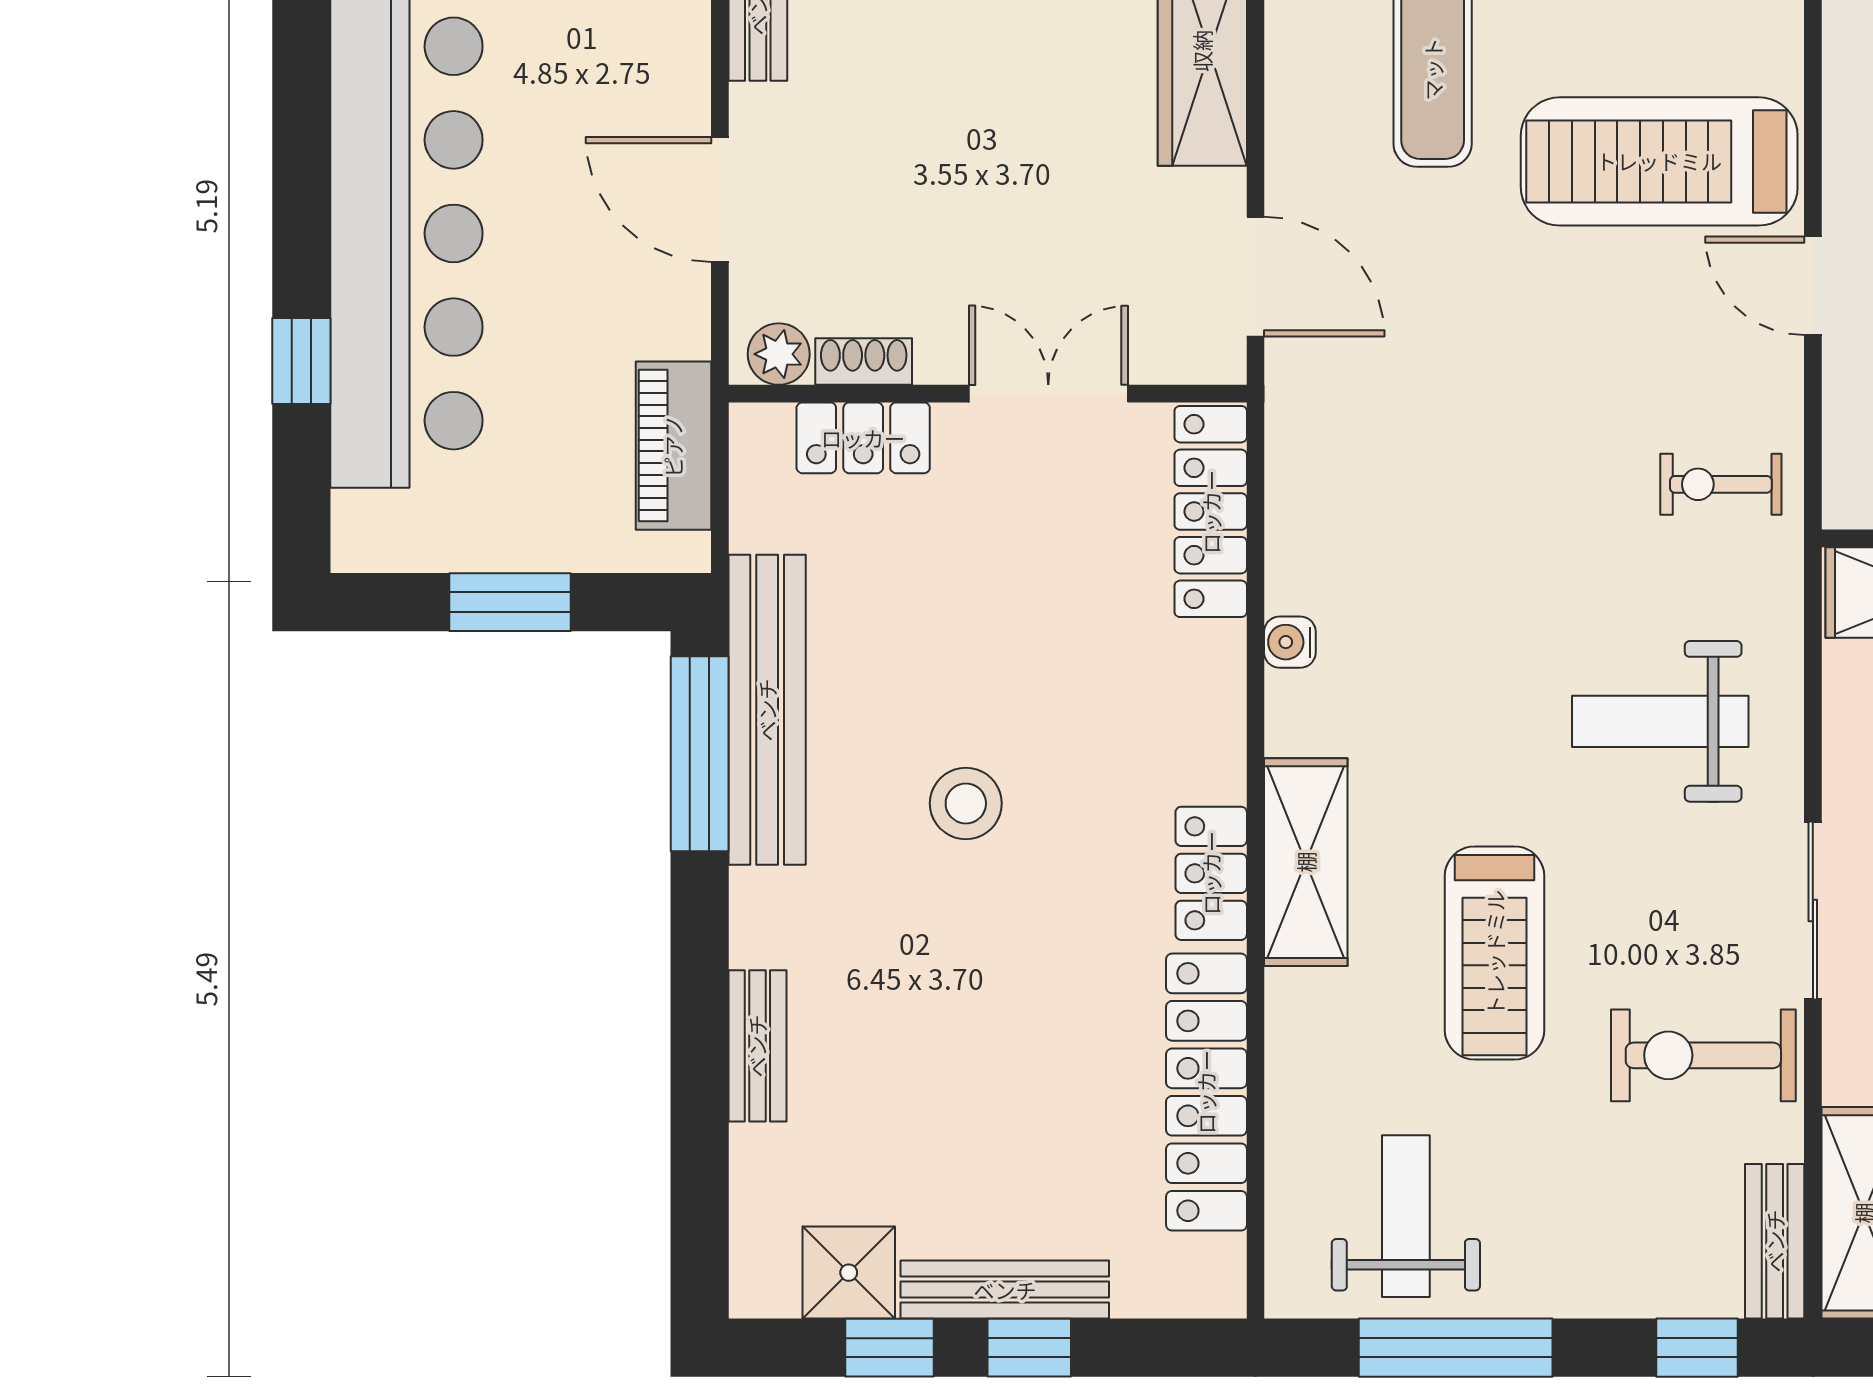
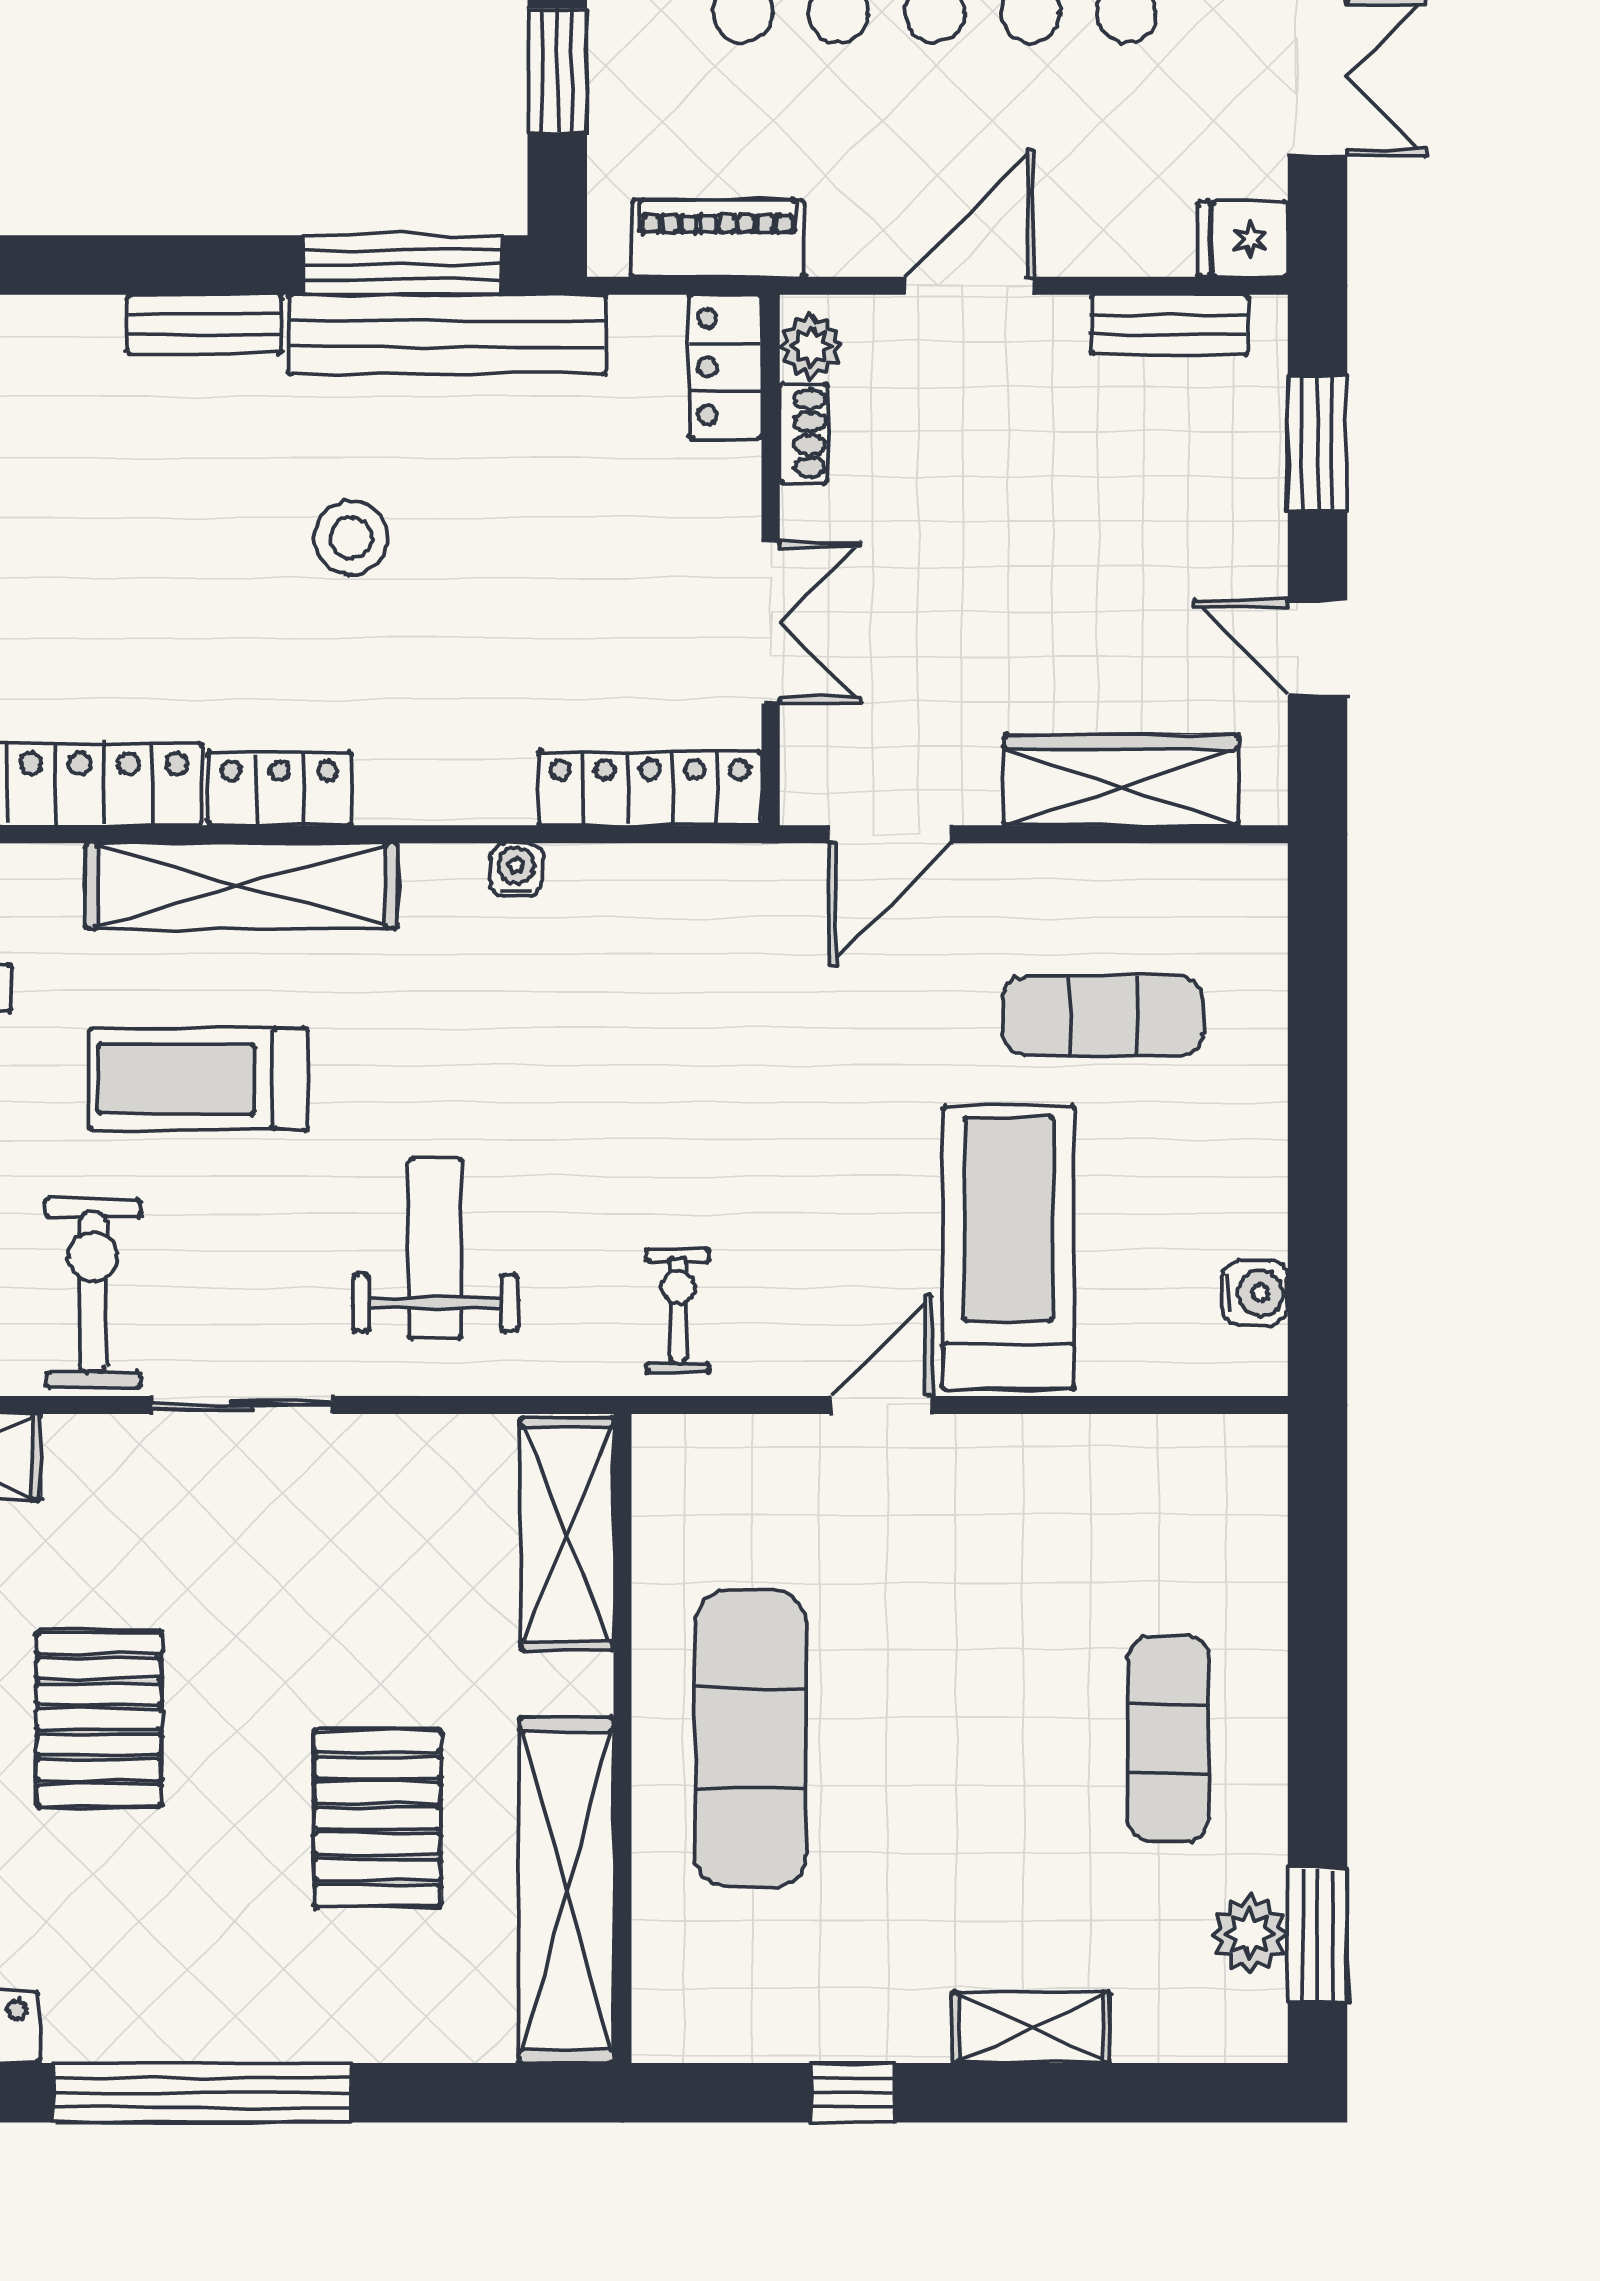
locker: (863, 438) -> (725, 367), moved
shelving: (1306, 862) -> (241, 886), width x1.47
bench: (757, 1046) -> (205, 324), moved

